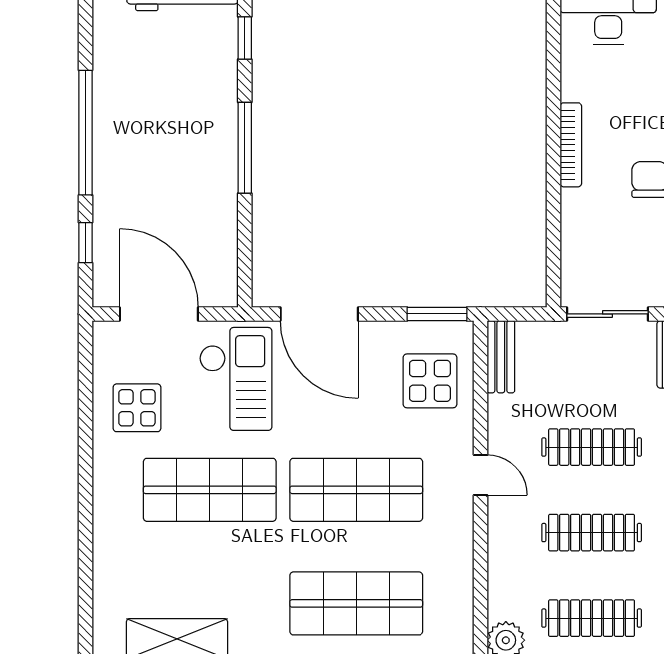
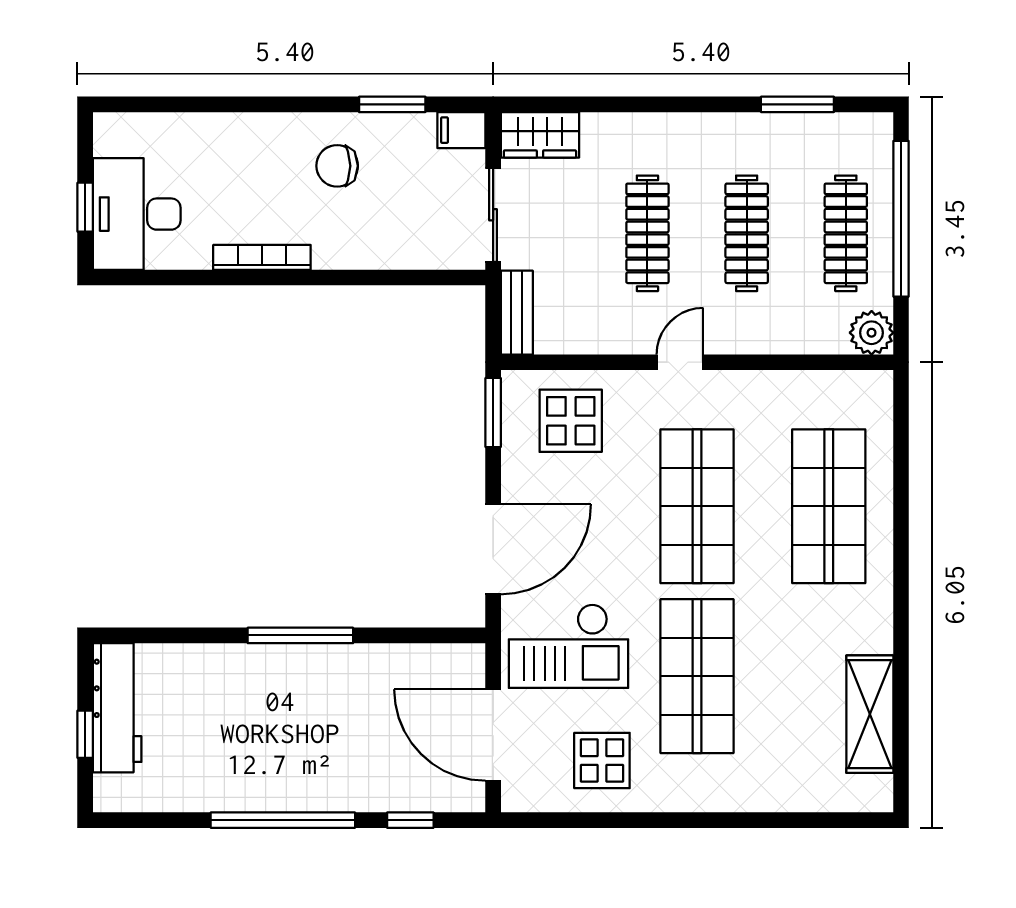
window: (245, 38) -> (173, 635), removed
bookcase: (571, 145) -> (262, 257), moved
door: (159, 314) -> (493, 735), hinge flipped
bench: (501, 357) -> (517, 313), moved, turned 90
checkout: (236, 379) -> (568, 646), turned 180

